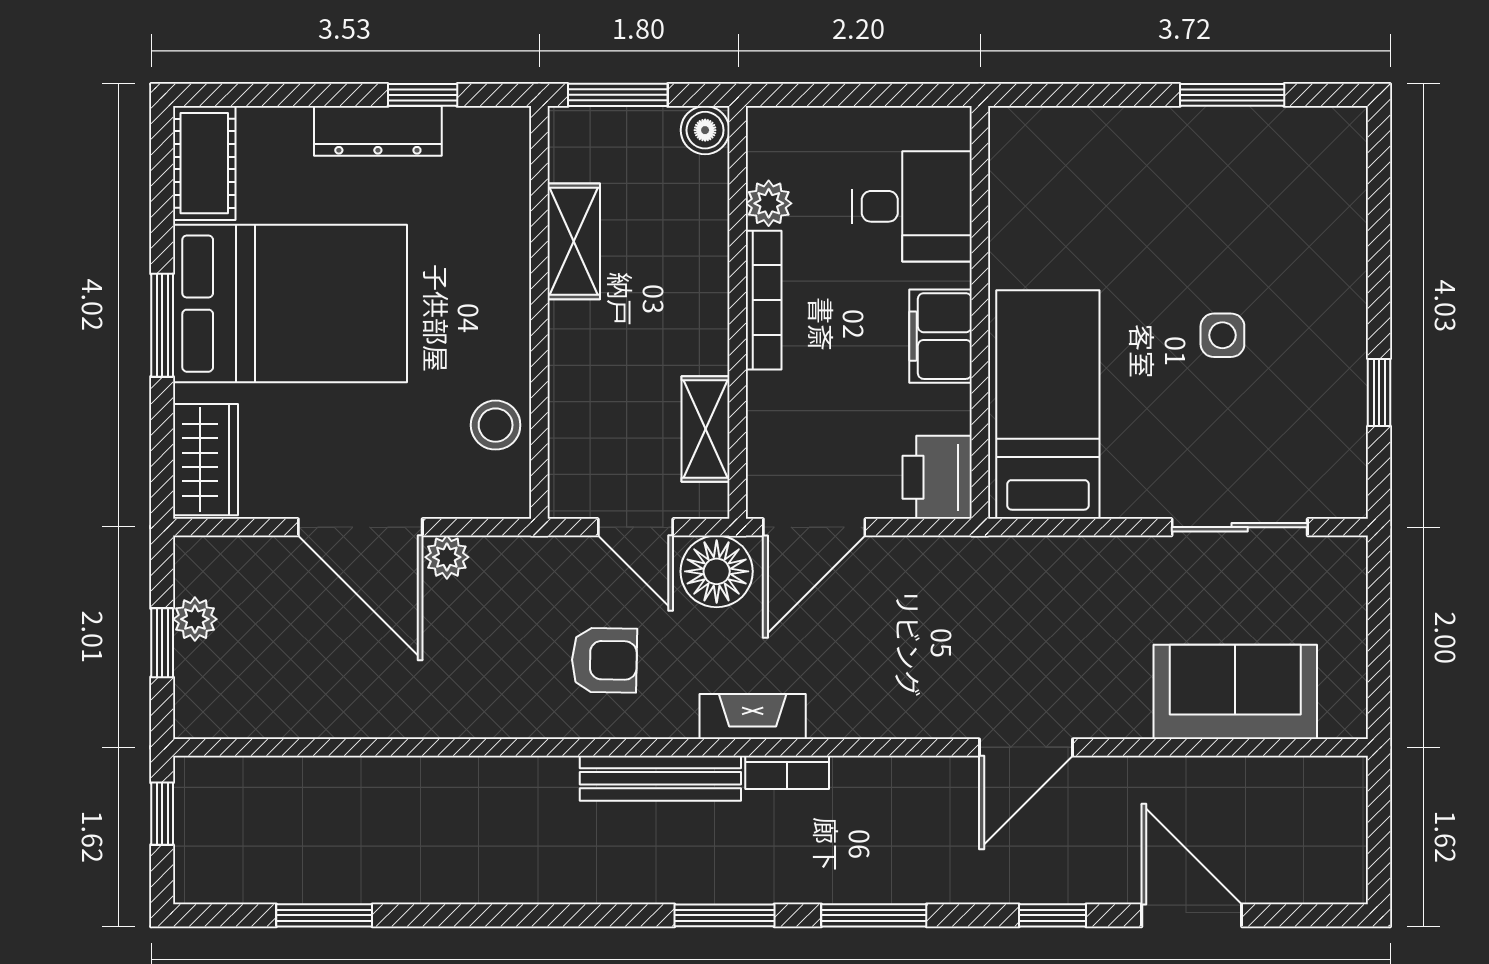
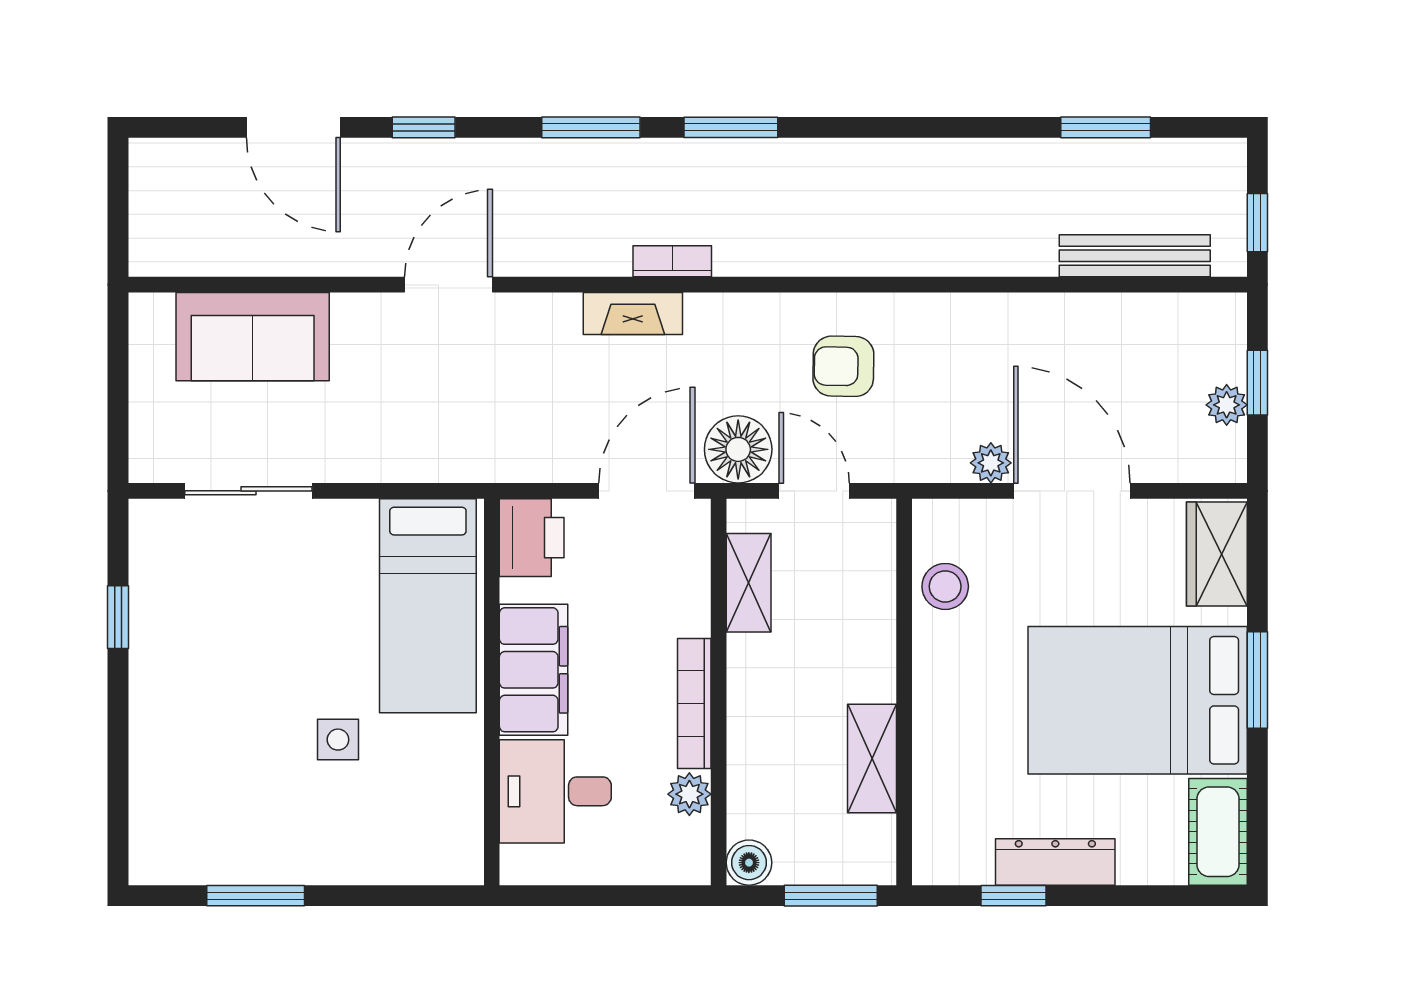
side table: (1222, 335) -> (338, 740), moved
filing cabinet: (940, 336) -> (533, 670), width x1.50, depth x1.17
fireplace: (753, 717) -> (633, 314), moved
bench: (660, 778) -> (1135, 256), moved

